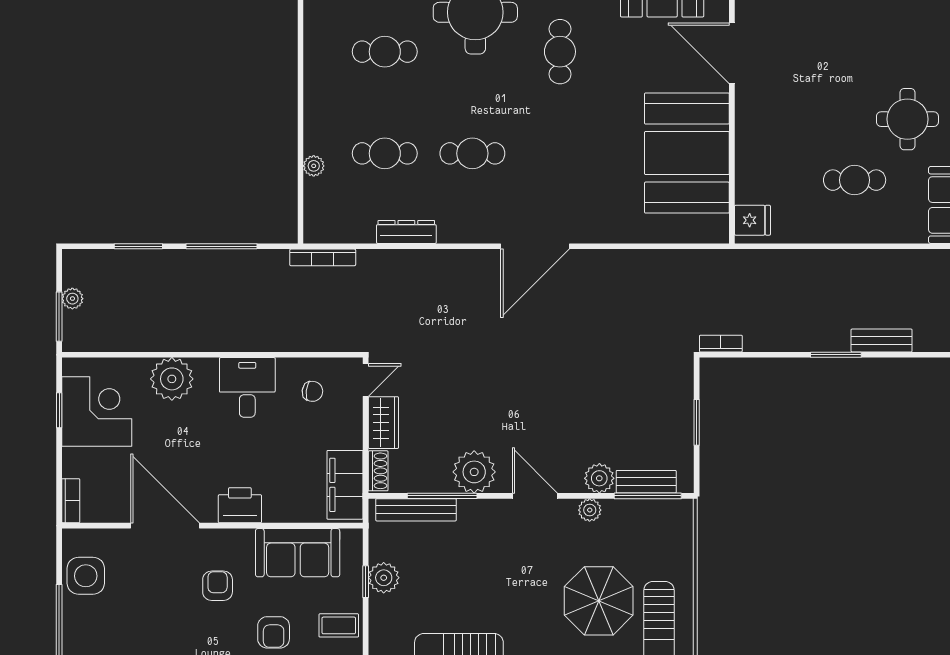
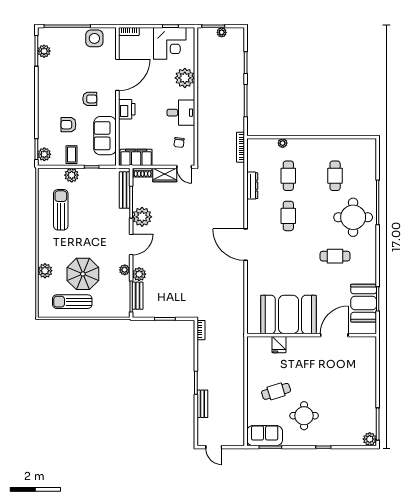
cafe table: (855, 180) -> (276, 391), turned 73
fridge: (752, 220) -> (279, 345), moved
plant: (384, 578) -> (72, 175), moved

